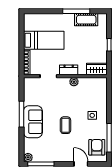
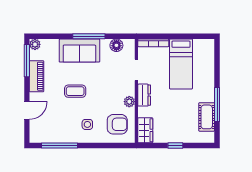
floor lamp: (29, 92) -> (116, 45), added
armchair: (97, 147) -> (117, 124), moved
piano: (54, 156) -> (37, 76), added

